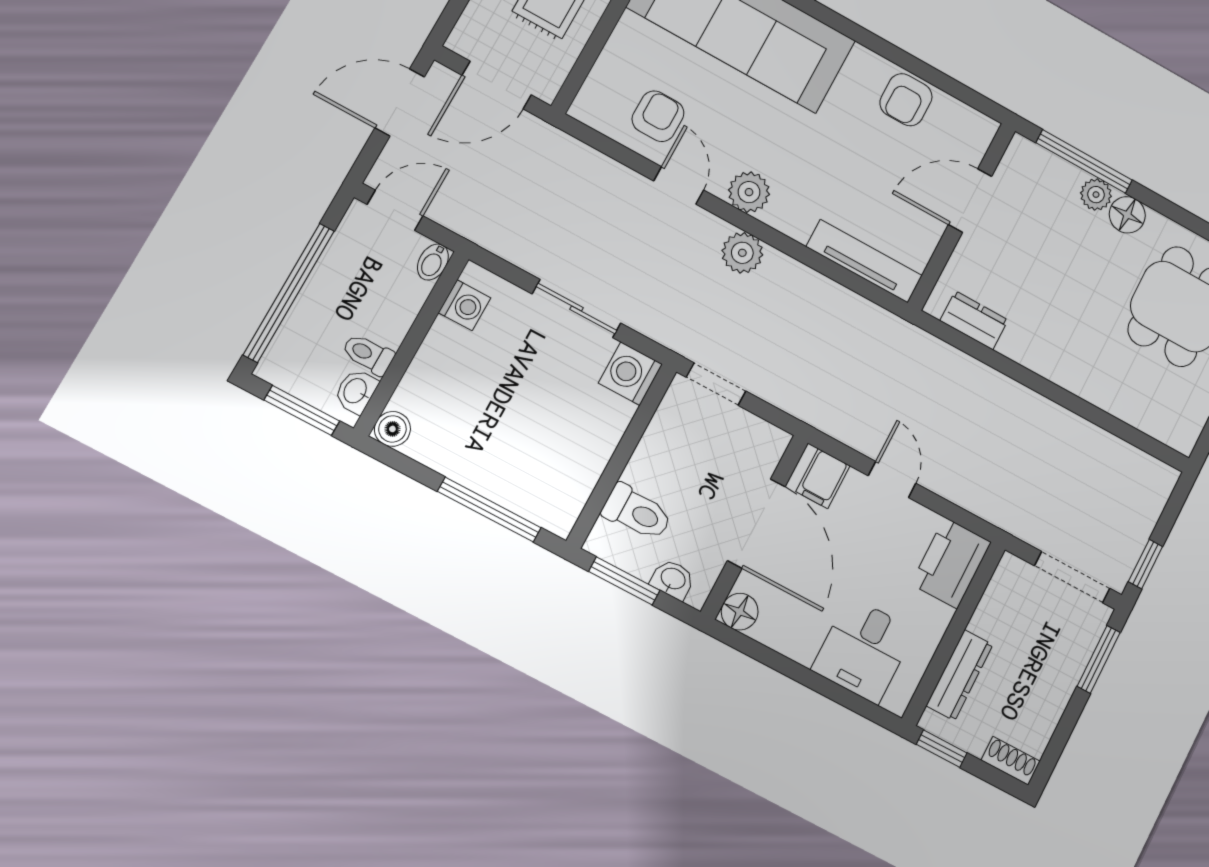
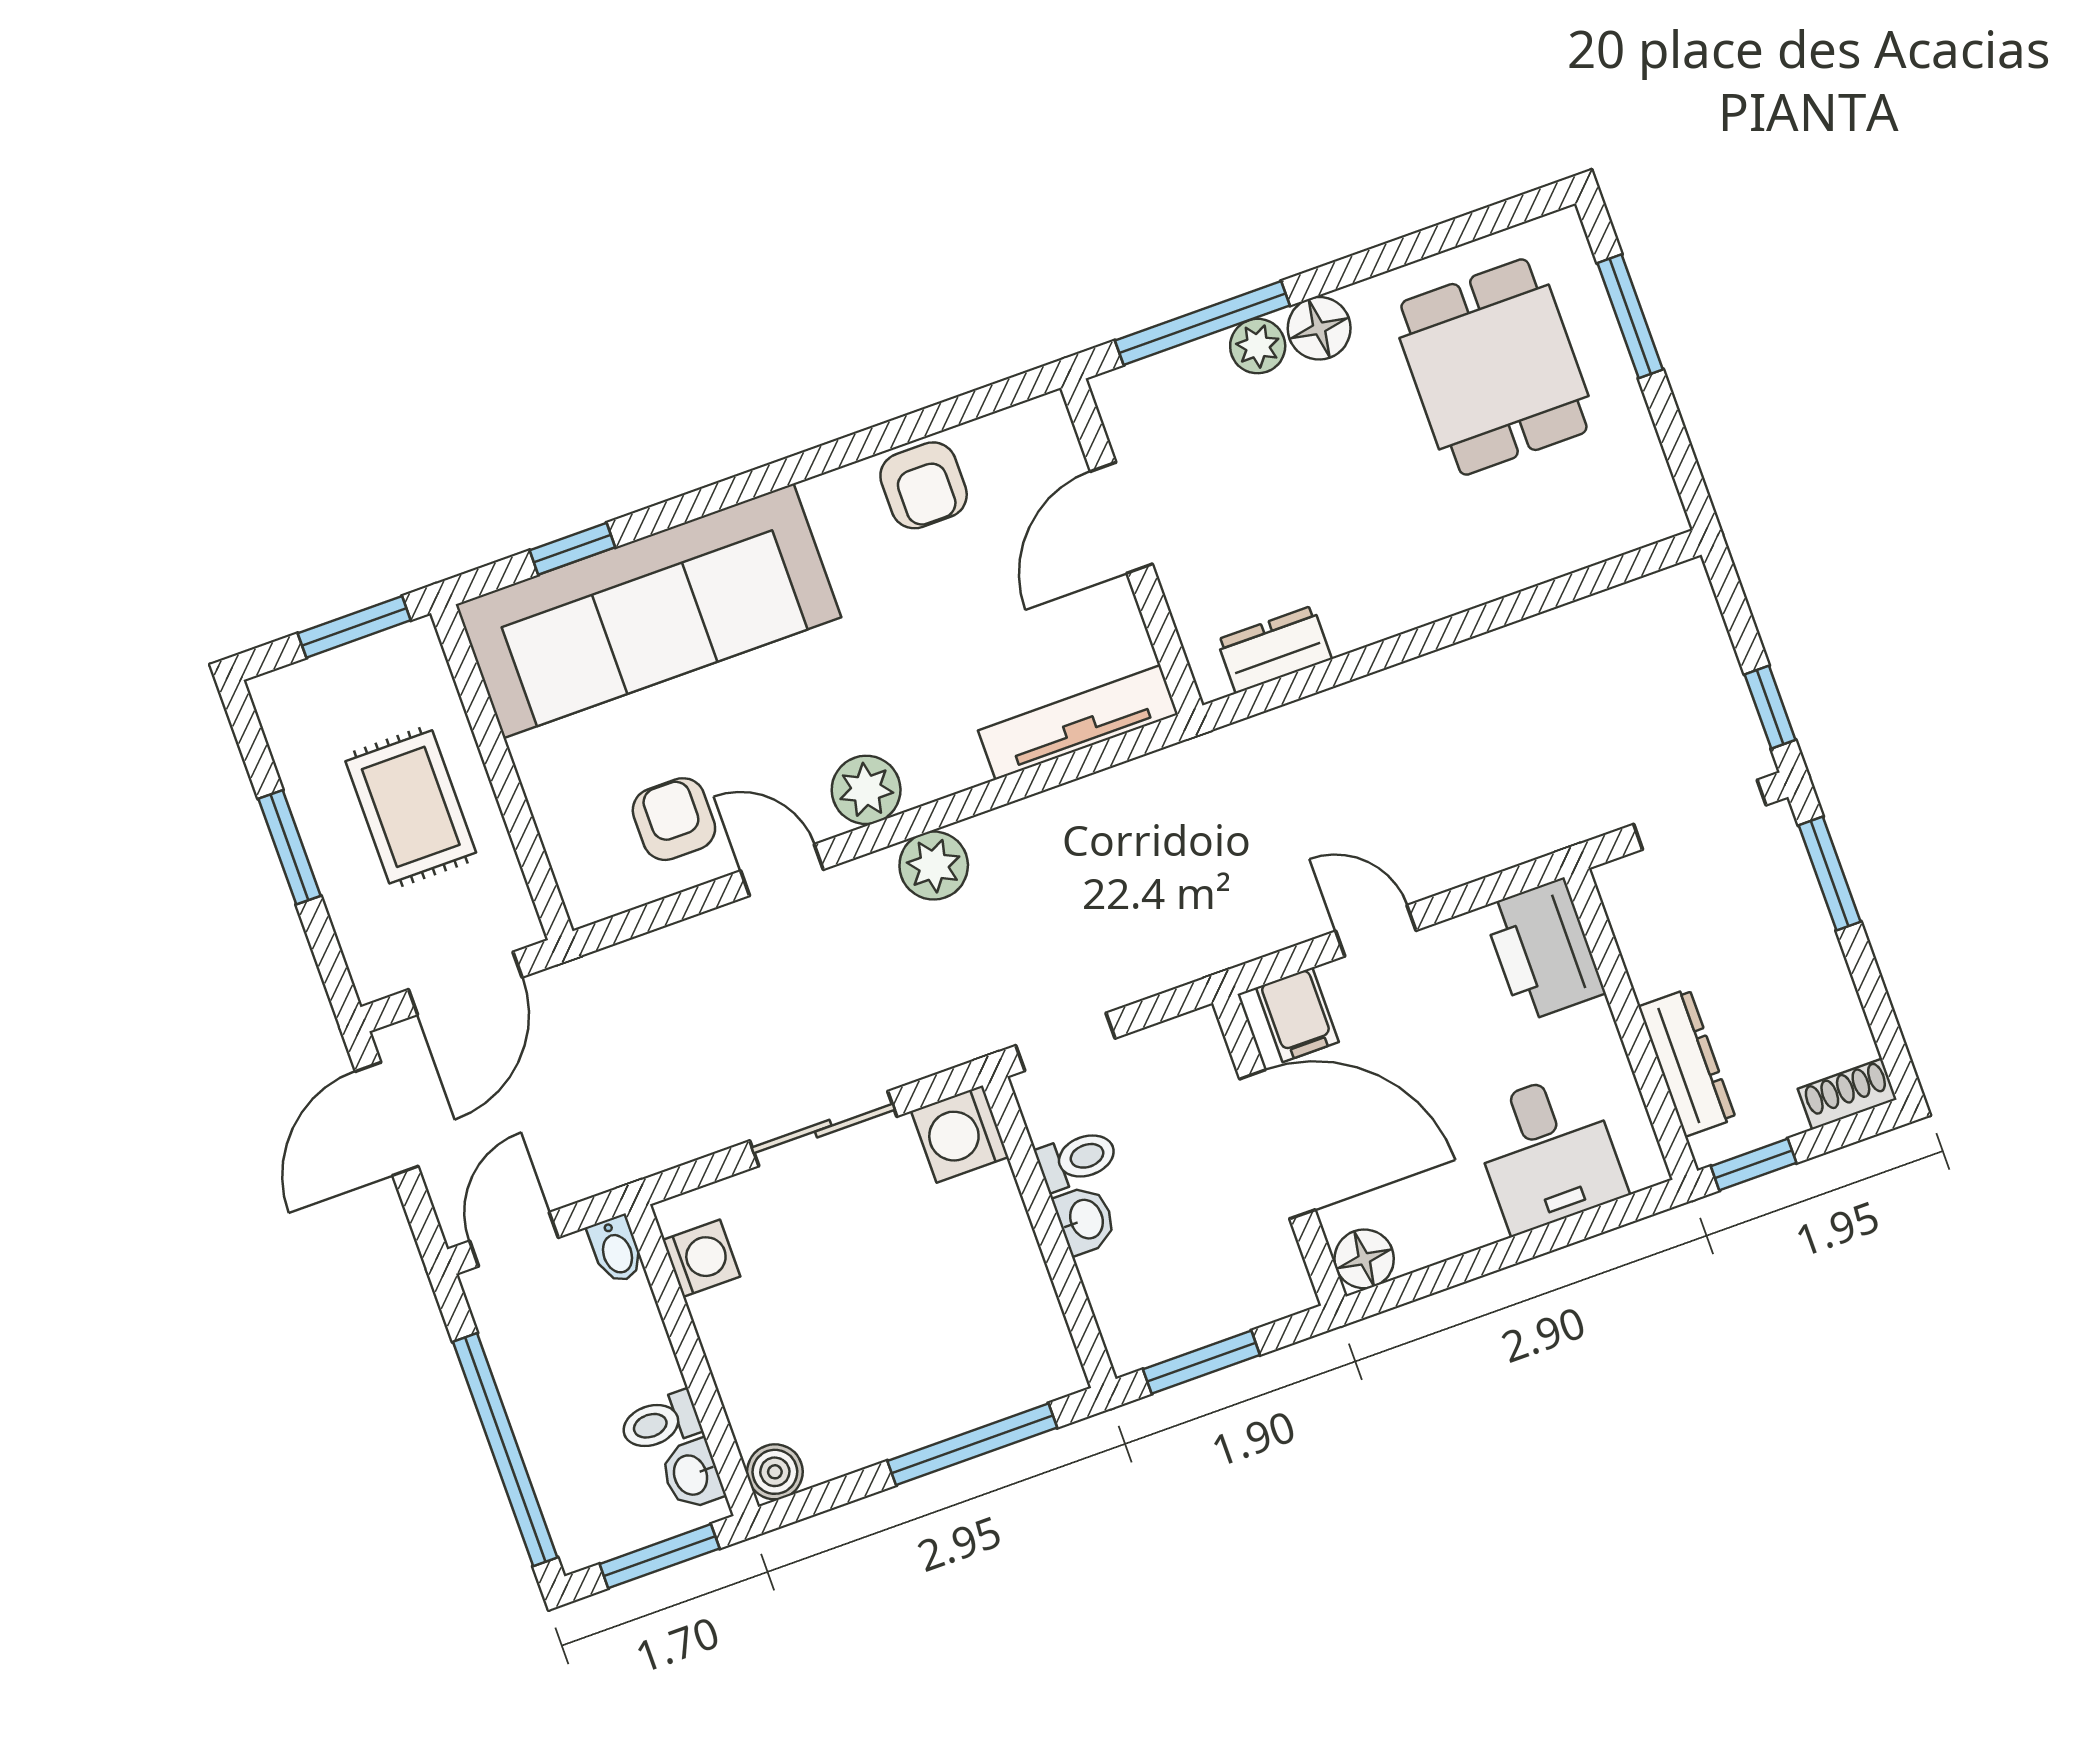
toilet: (637, 512) -> (1077, 1159), moved, width x0.73, depth x0.72
washbasin: (673, 579) -> (1085, 1220), moved, turned 90

